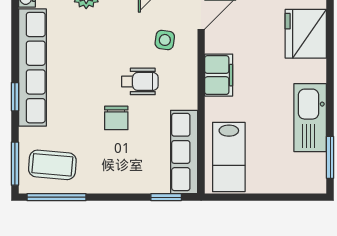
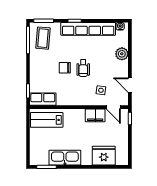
filing cabinet: (219, 75) -> (95, 115), moved
wheelchair: (140, 81) -> (83, 68), moved
row of seats: (184, 152) -> (43, 99), width x0.68

